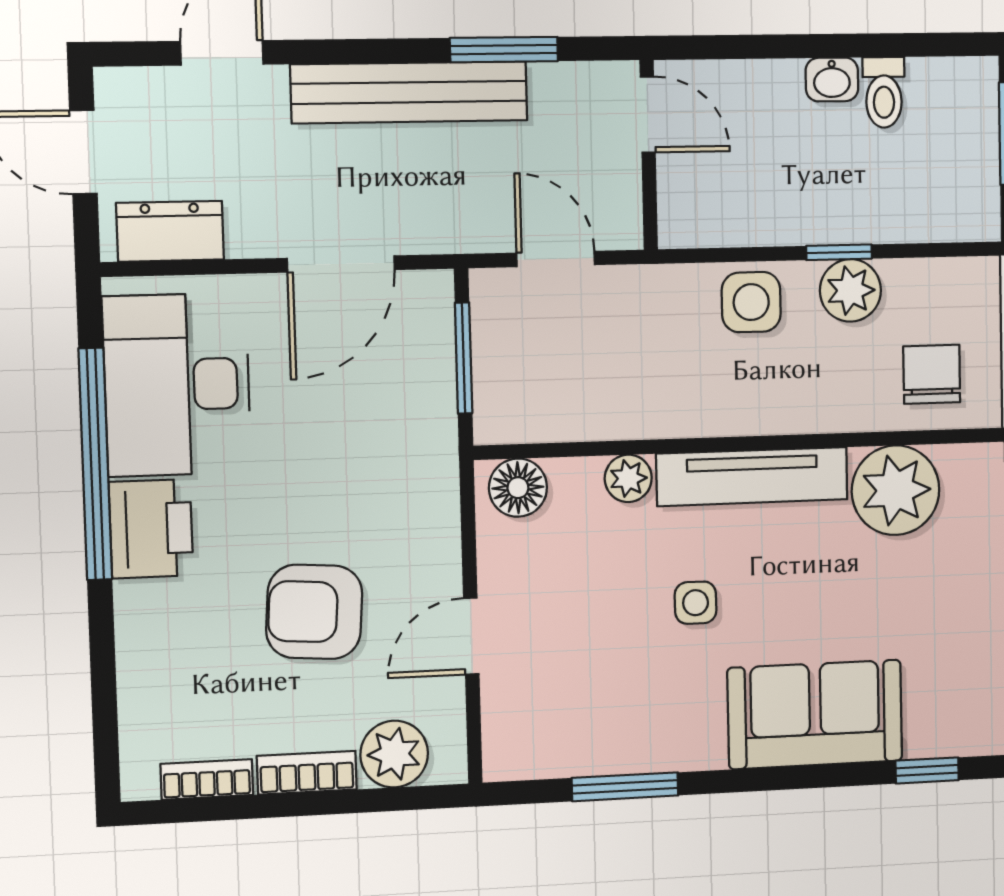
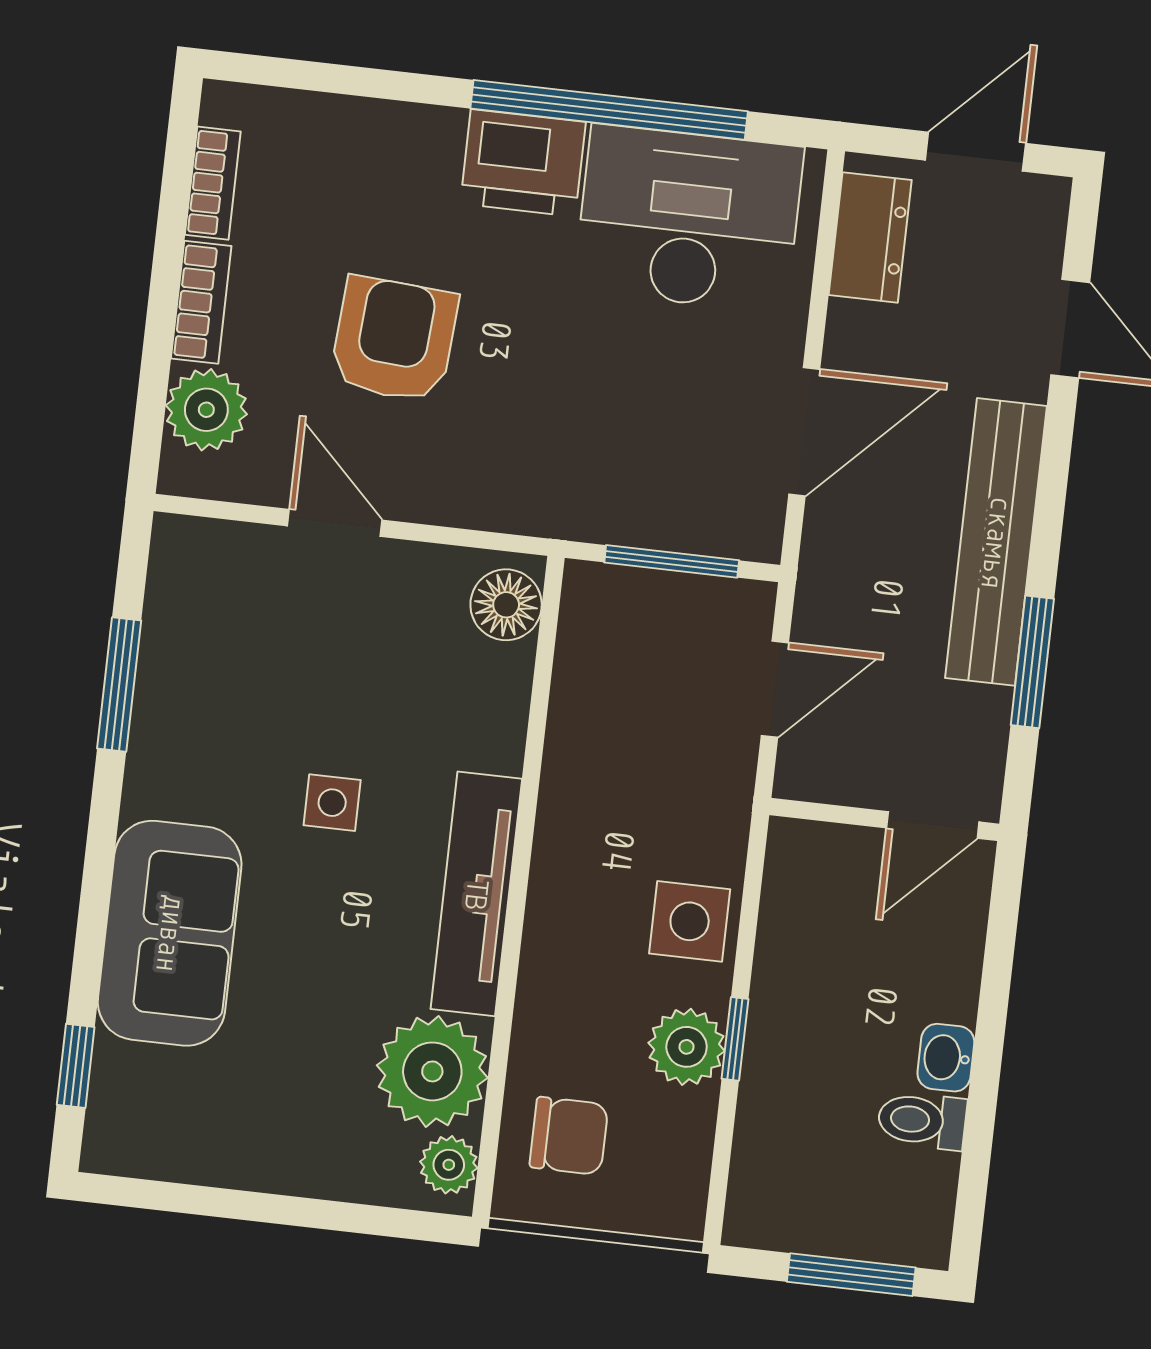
door: (341, 264) -> (804, 432), swing flipped
plant: (628, 478) -> (449, 1165), moved

